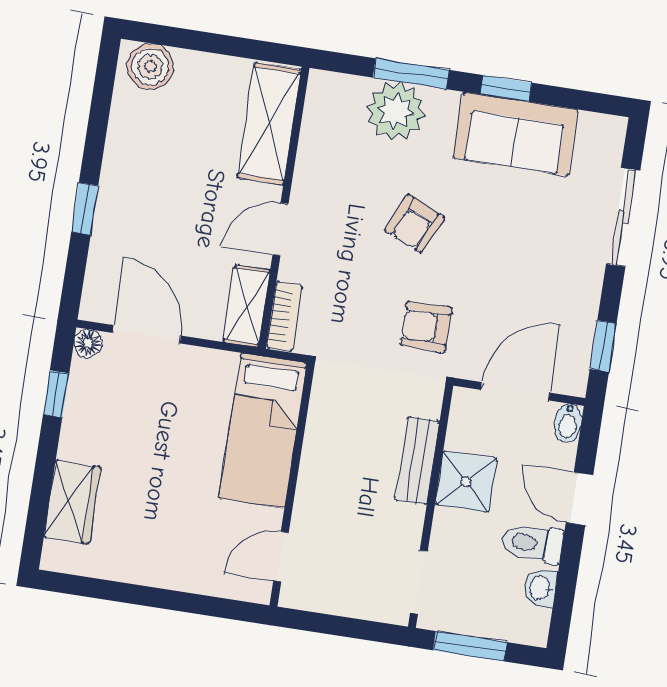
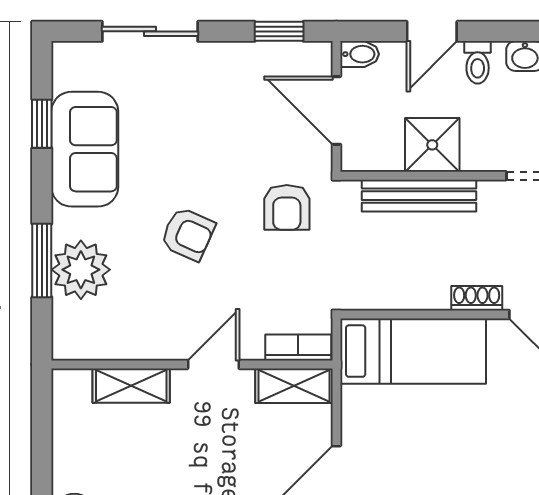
window: (506, 88) -> (42, 124), moved
shelving: (269, 124) -> (131, 386), width x0.67, depth x0.75
door: (280, 229) -> (213, 364), swing flipped
bench: (417, 460) -> (419, 196), width x1.36
shoe rack: (306, 502) -> (477, 298), added
toilet: (532, 543) -> (478, 62), width x0.73, depth x0.72

